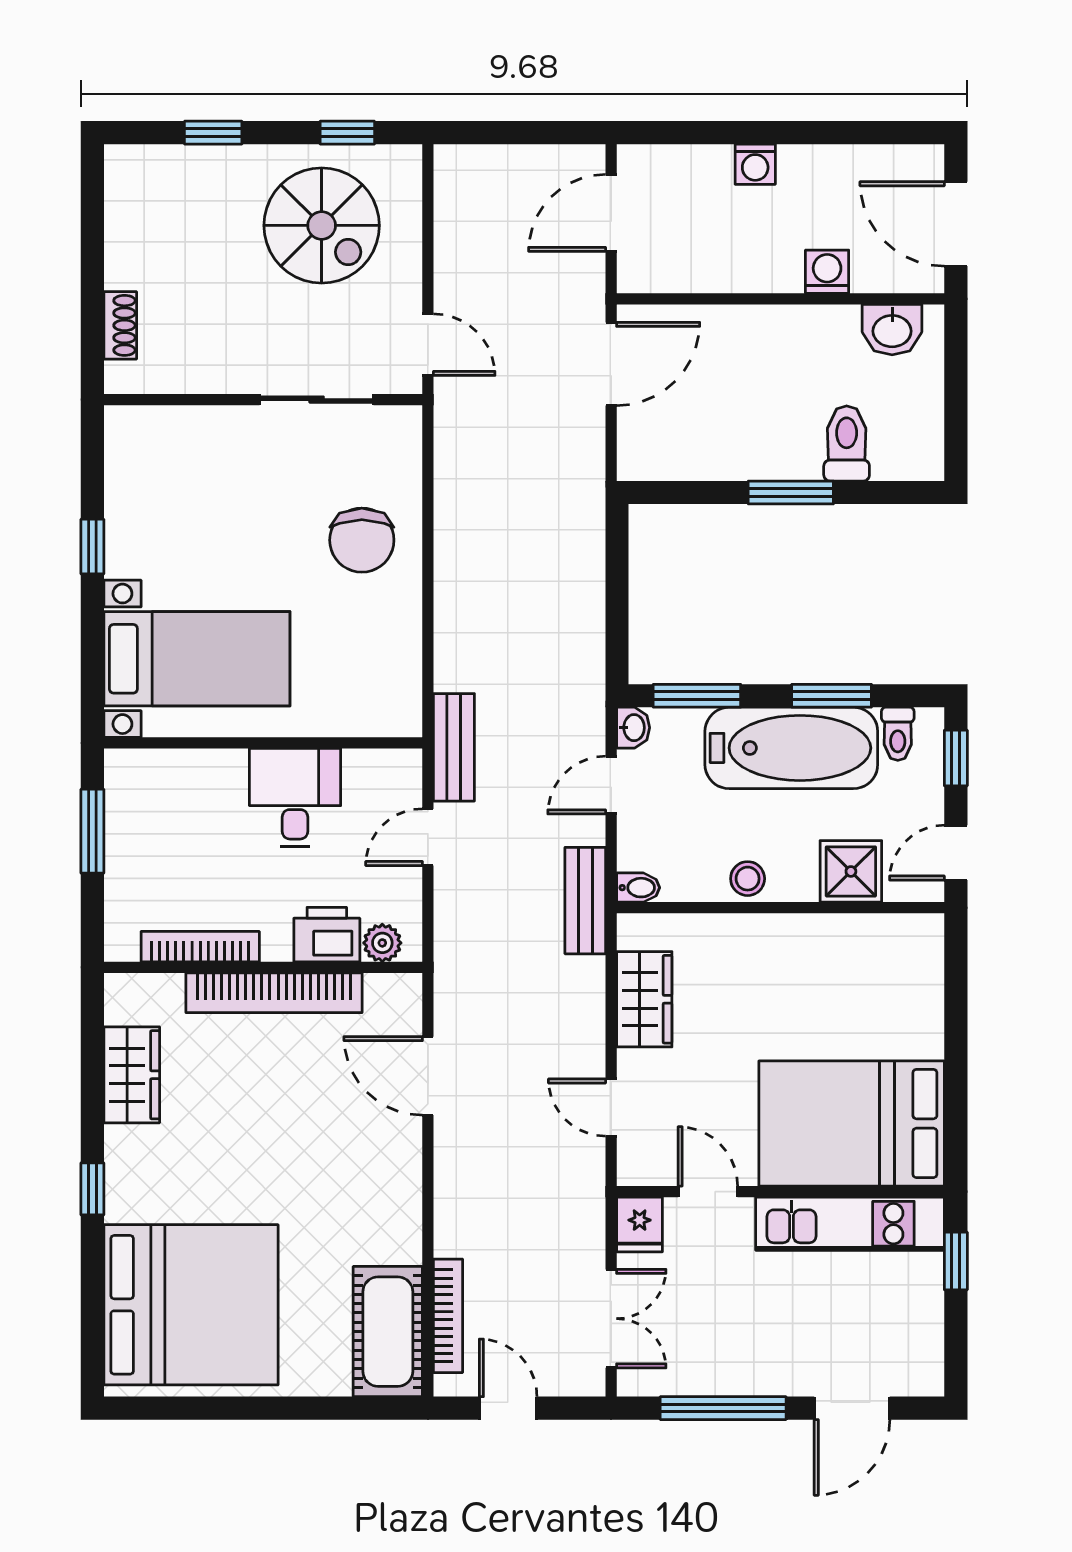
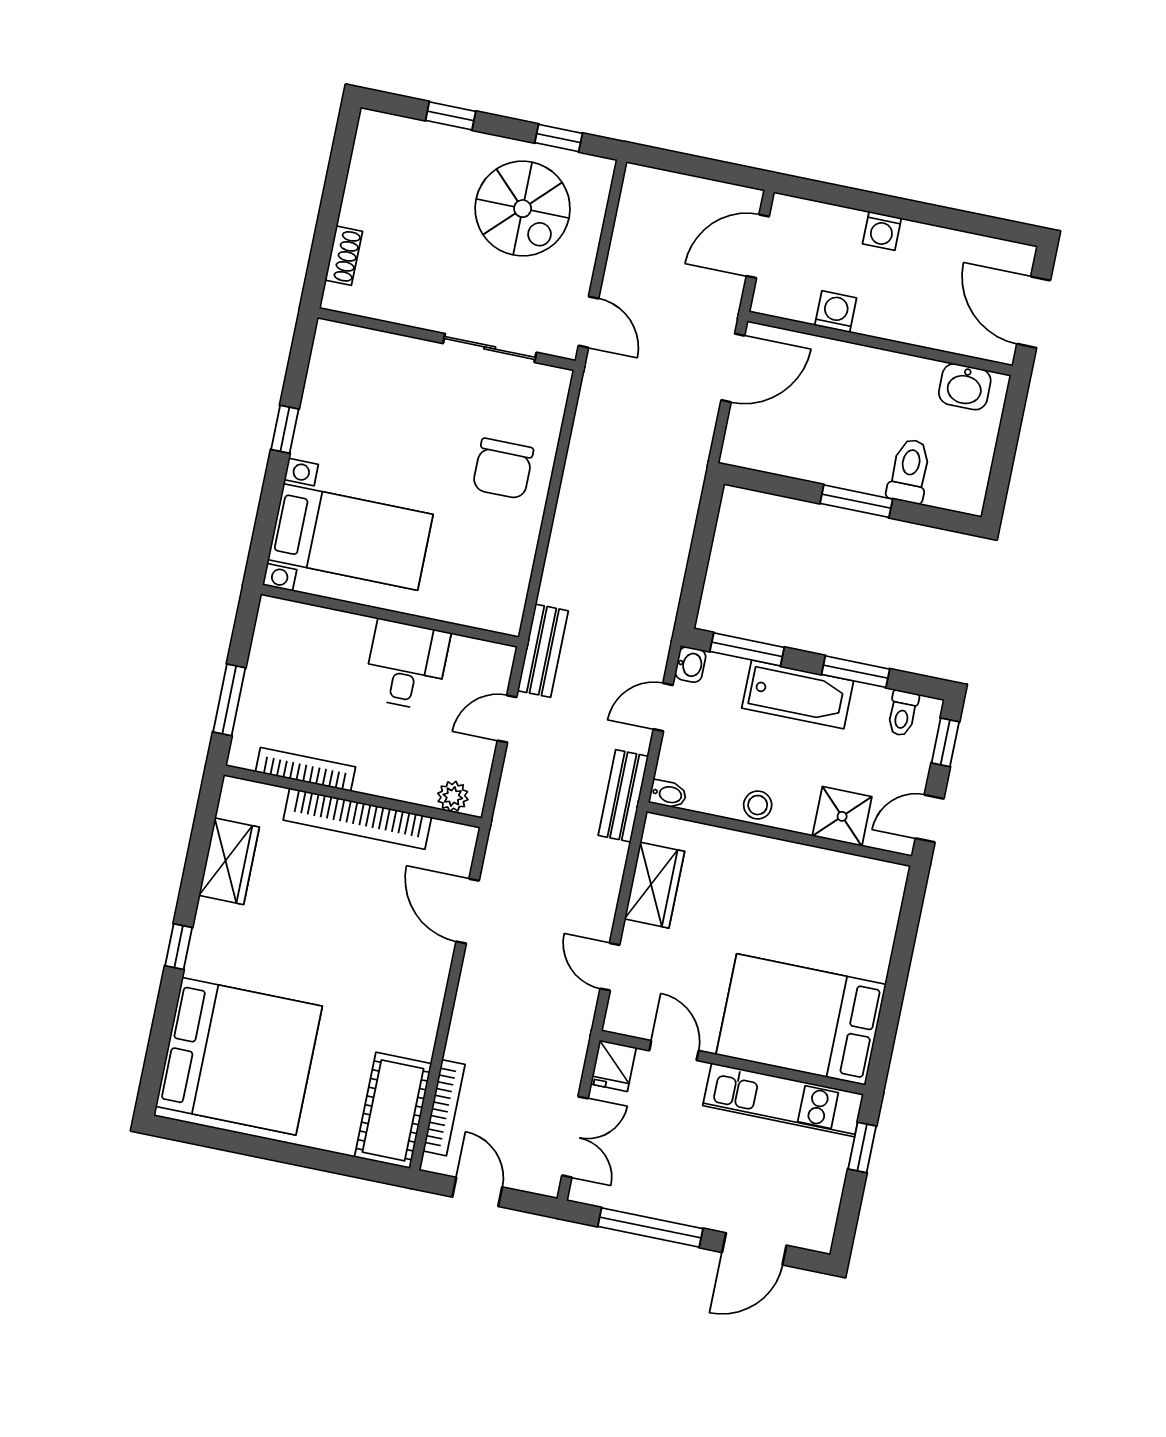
washing machine: (827, 272) -> (836, 312), moved
bathtub: (791, 748) -> (798, 694), width x0.73, depth x0.73
window: (92, 831) -> (229, 700), moved
printer: (327, 935) -> (410, 780), removed

